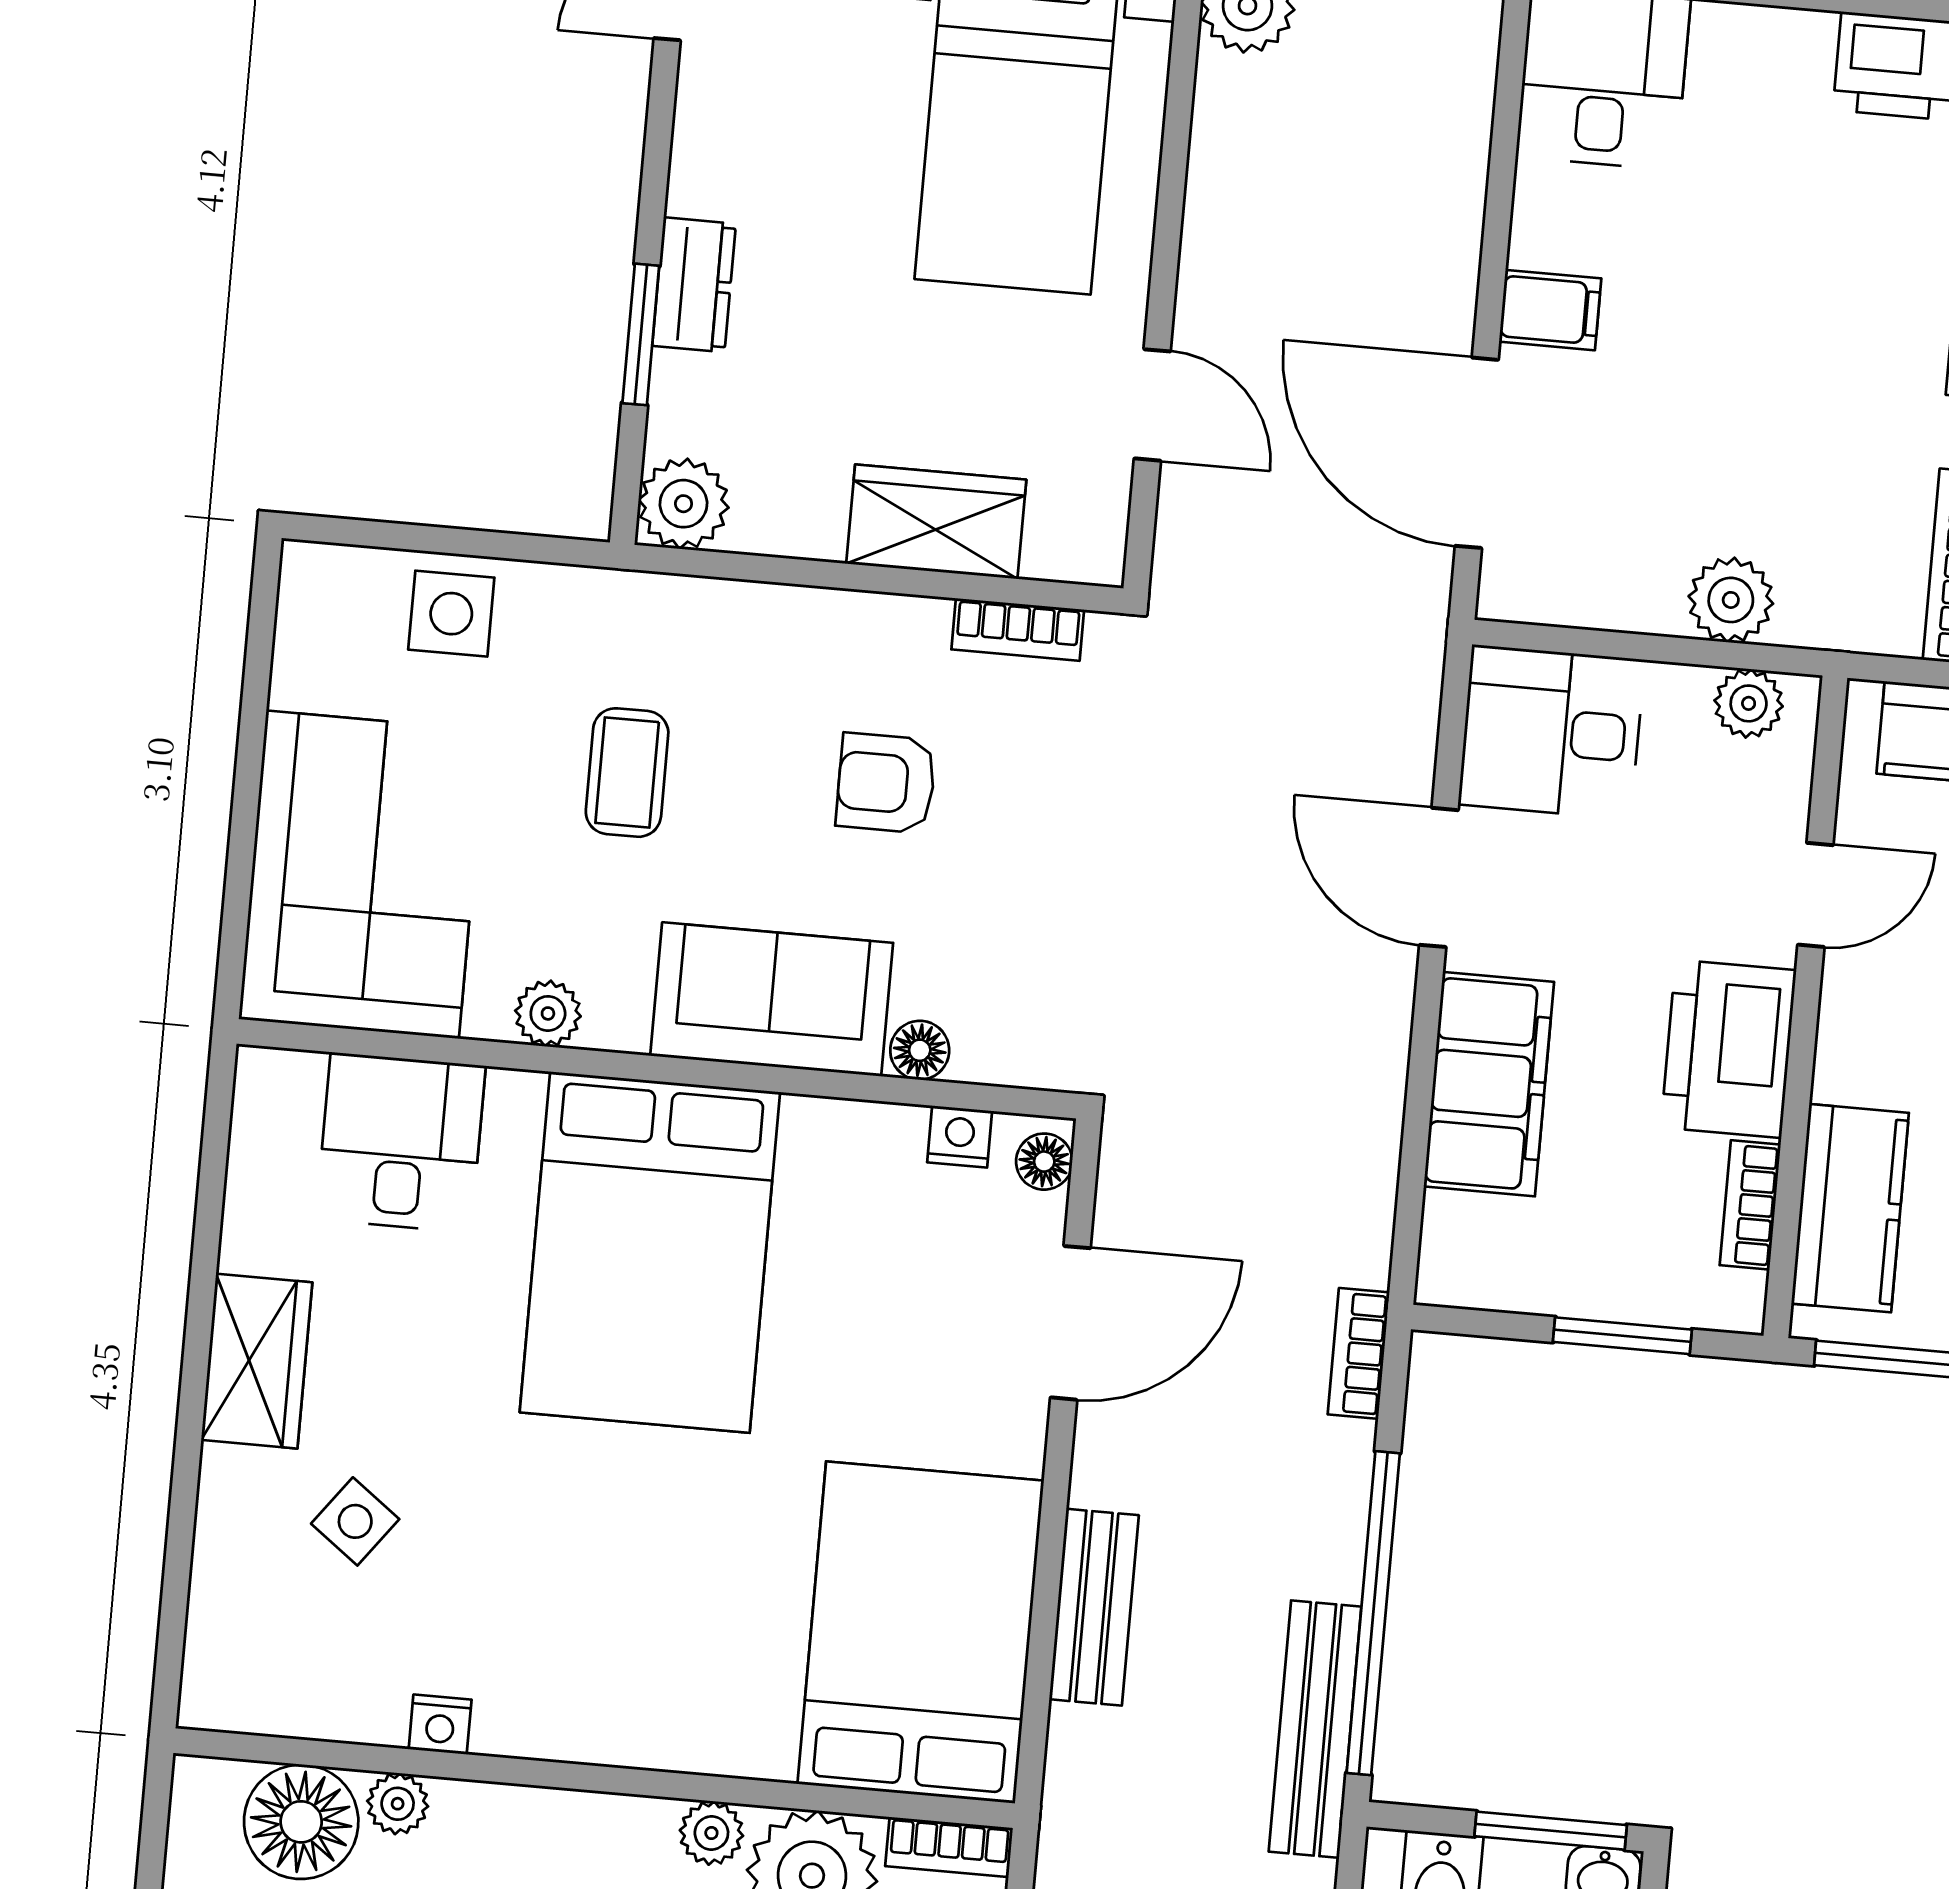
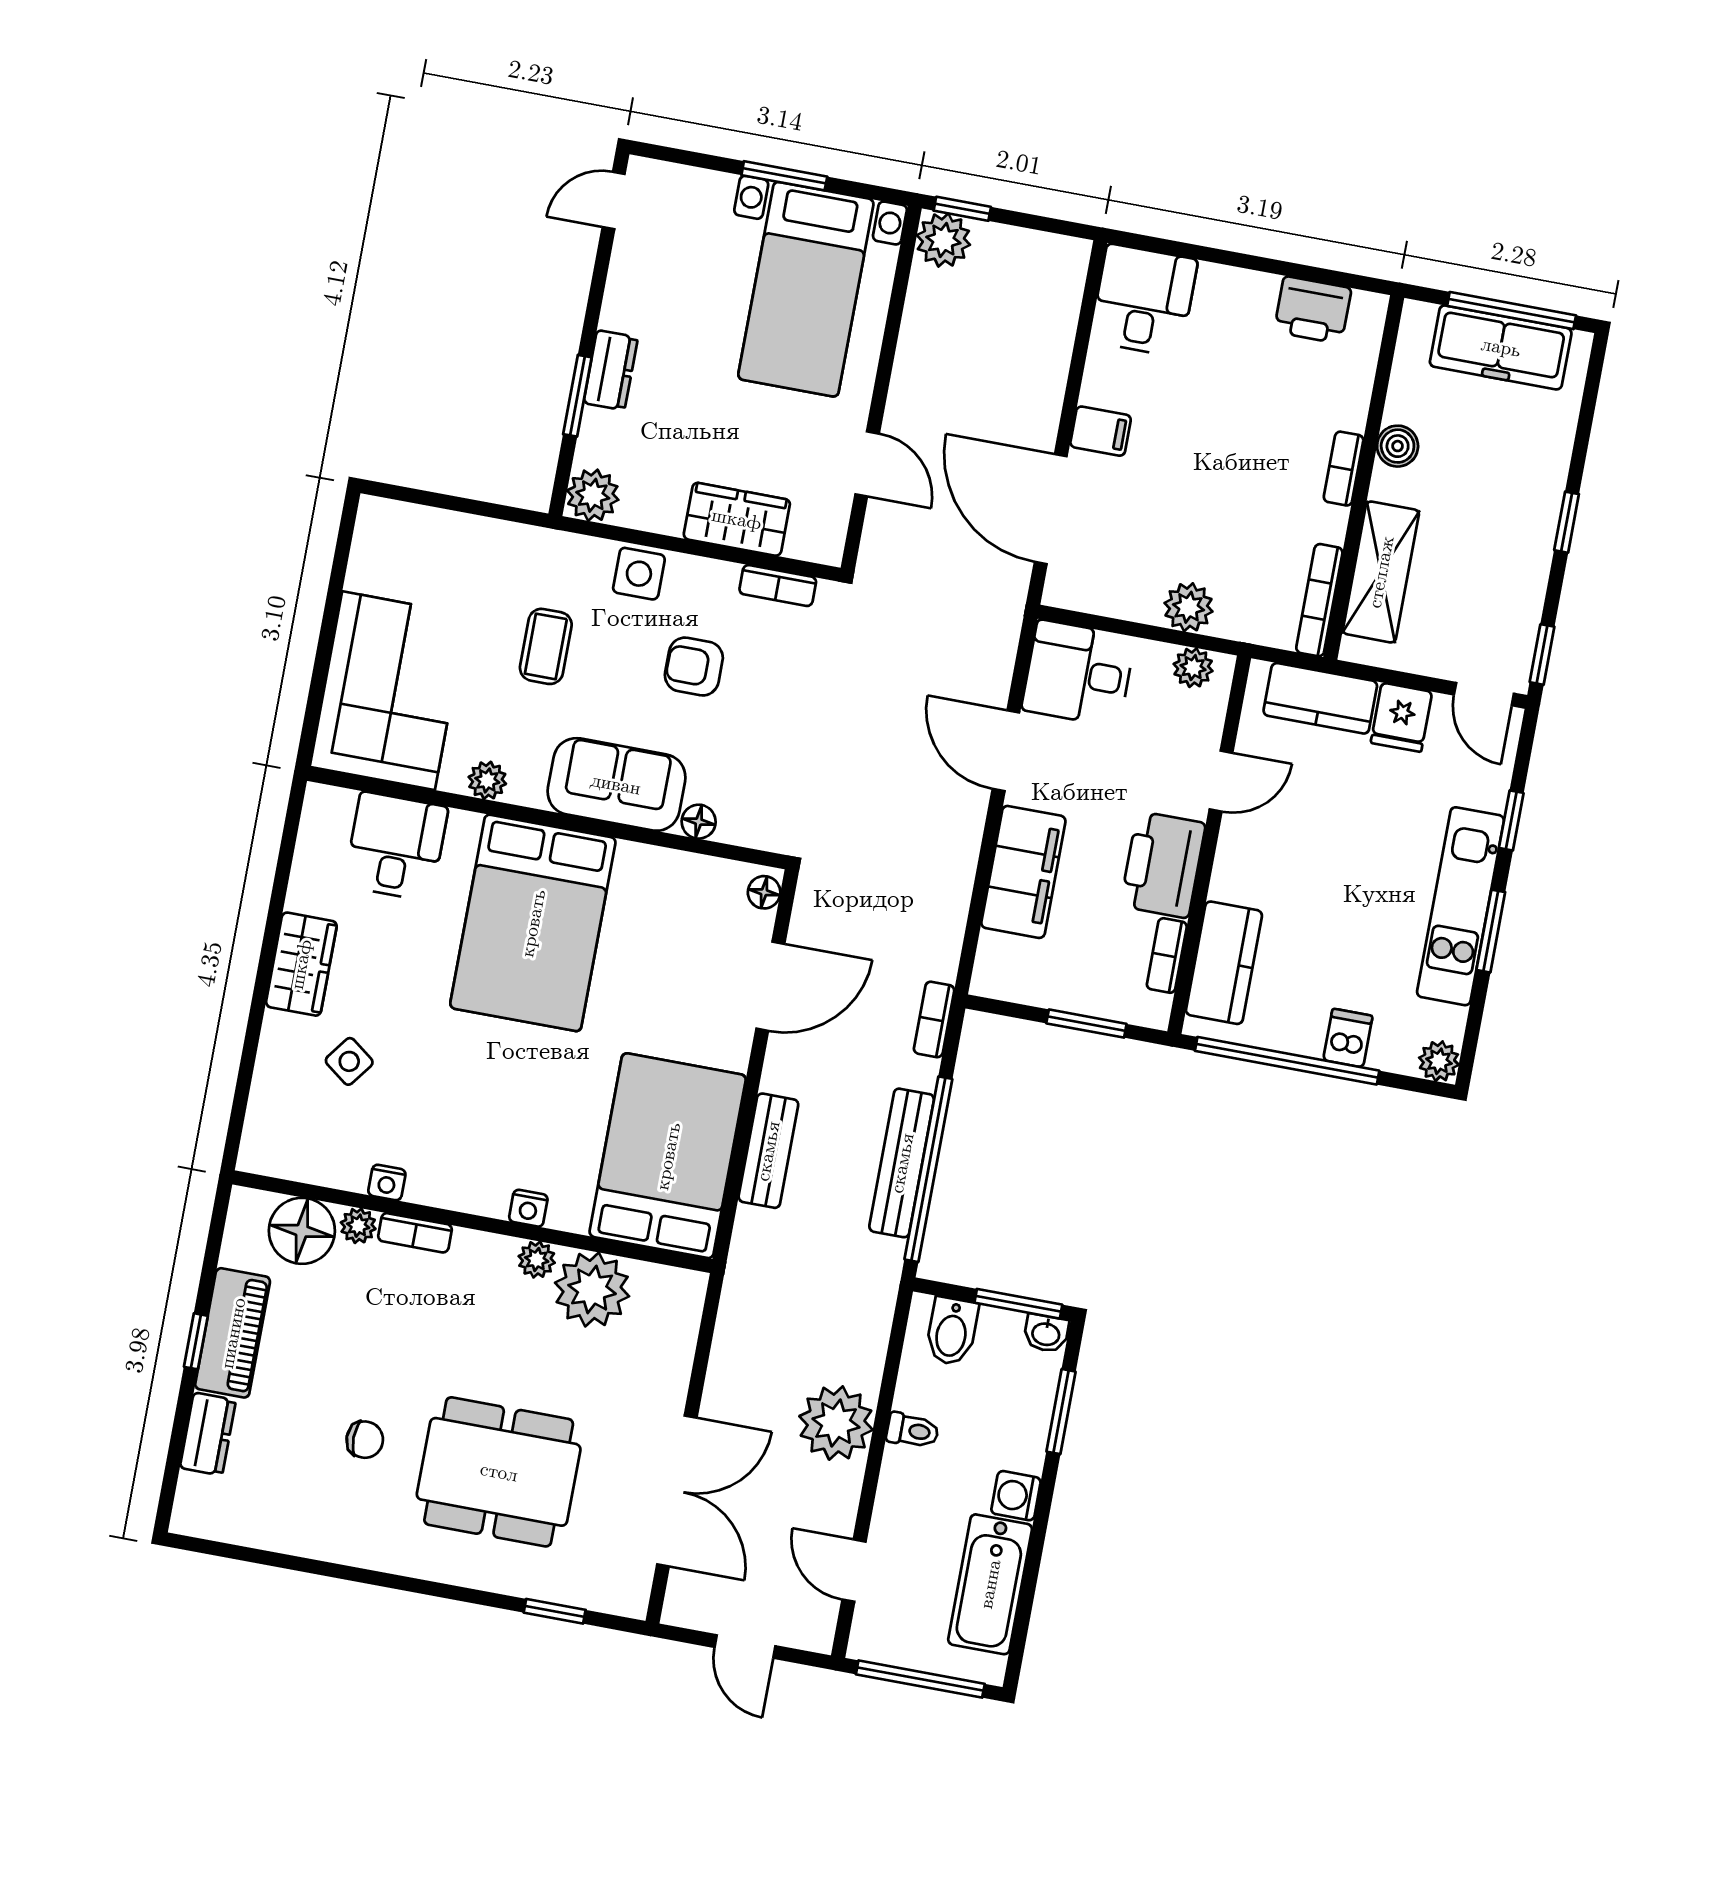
side table: (451, 614) -> (639, 574), moved
nightstand: (960, 1137) -> (528, 1208), moved, turned 180
bench: (1315, 1729) -> (902, 1163), moved
bookcase: (949, 1847) -> (415, 1233), moved

